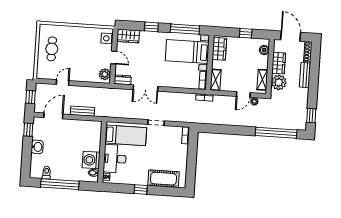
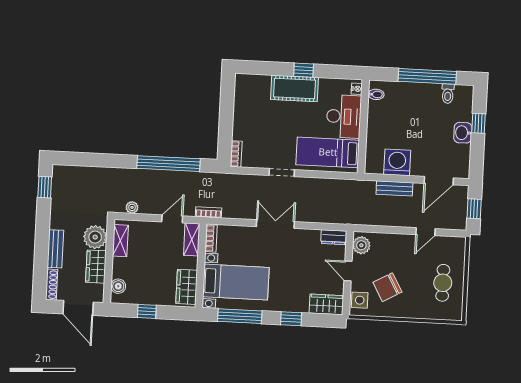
chair: (88, 47) -> (387, 287), added
double door: (145, 88) -> (275, 224), moved
door: (243, 95) -> (172, 219), moved
window: (28, 130) -> (479, 123), moved
window: (276, 133) -> (168, 164), moved
washing machine: (91, 160) -> (397, 162), moved, turned -90
cot: (163, 179) -> (295, 88), moved

